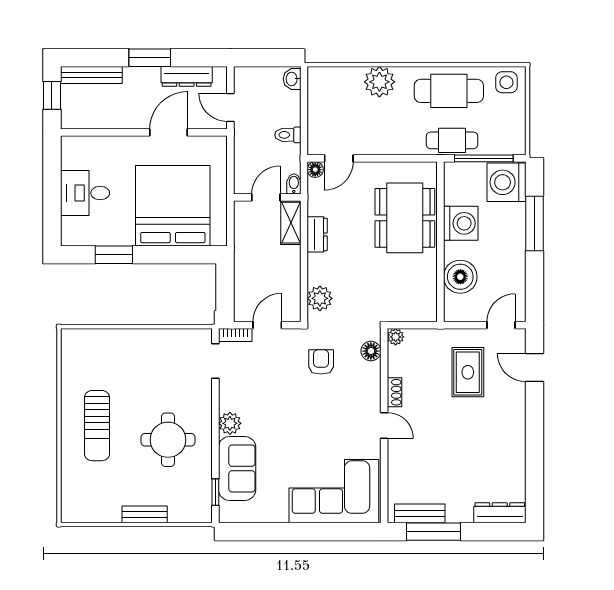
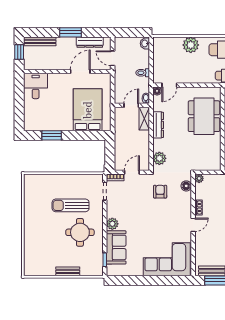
desk: (85, 193) -> (36, 86), moved, turned 90
bed: (173, 206) -> (88, 110), width x0.73
dresser: (317, 234) -> (158, 125), width x1.44
door: (384, 425) -> (193, 225), hinge flipped
sun lounger: (97, 426) -> (71, 205), moved, turned 90

